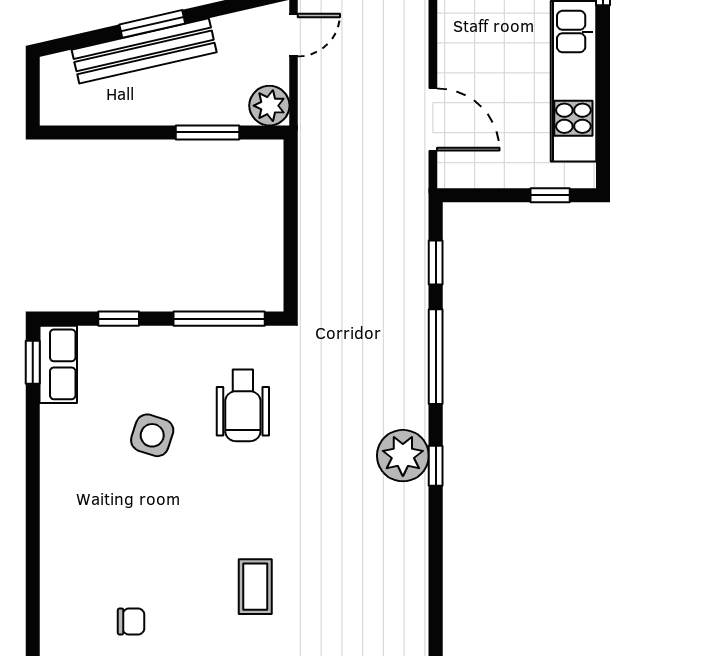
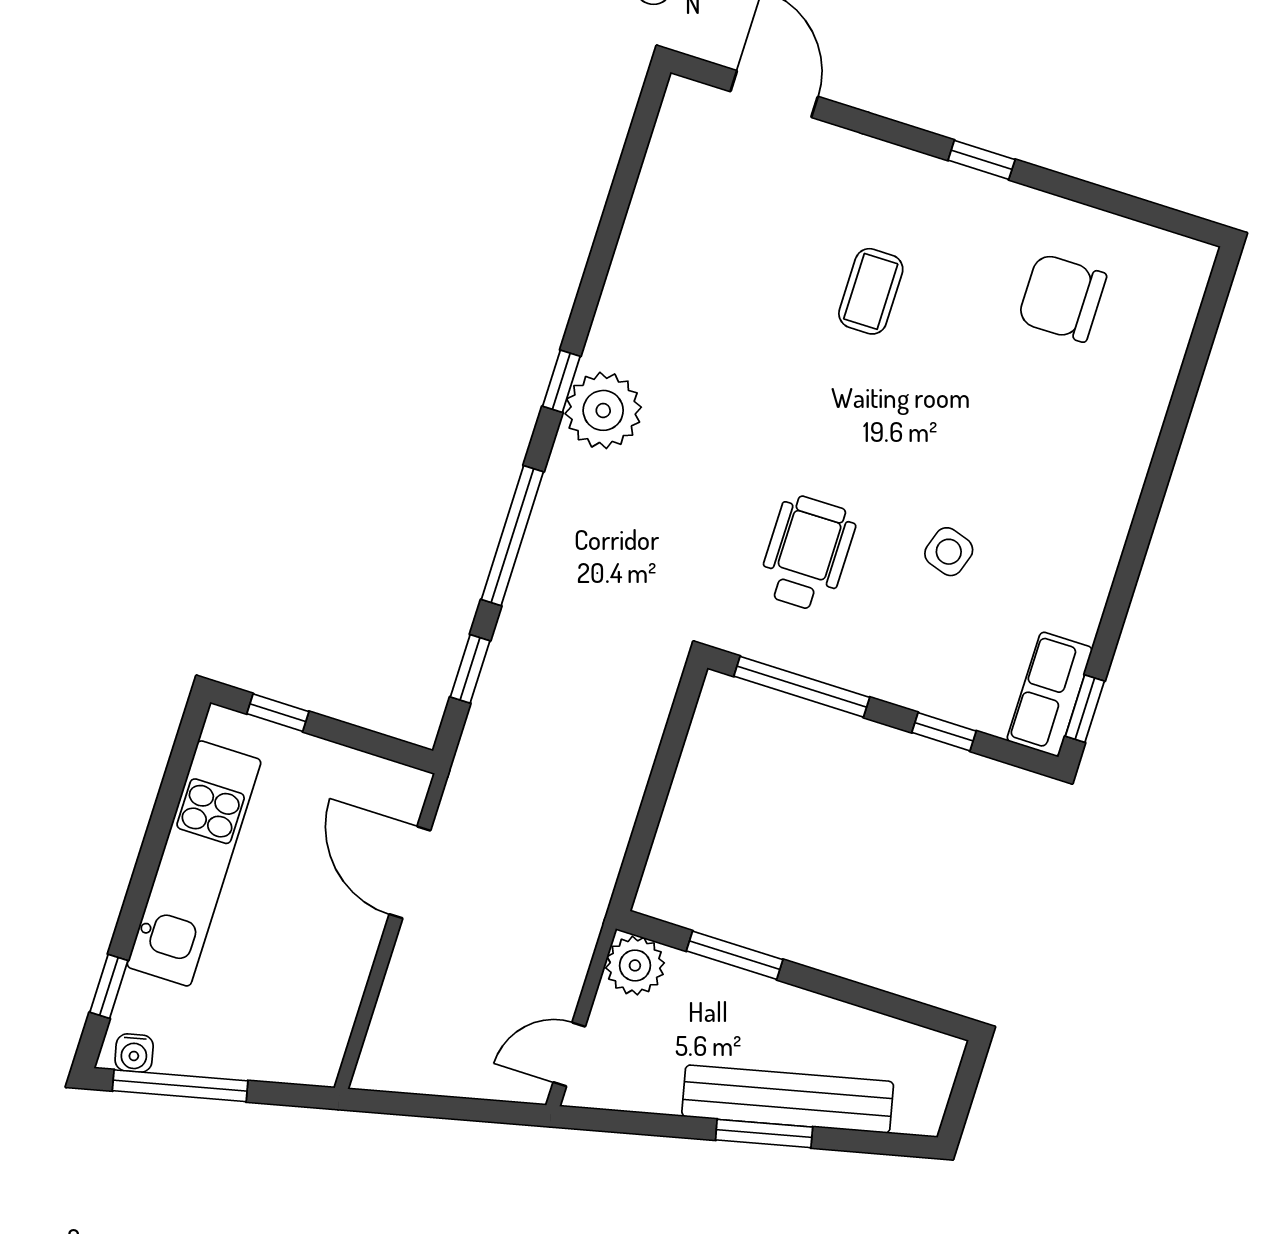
side table: (152, 435) -> (949, 552), width x0.73, depth x0.73
chair: (131, 622) -> (1062, 298), width x1.87, depth x1.87

